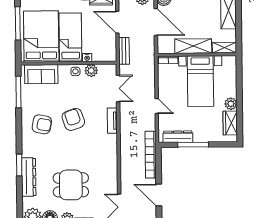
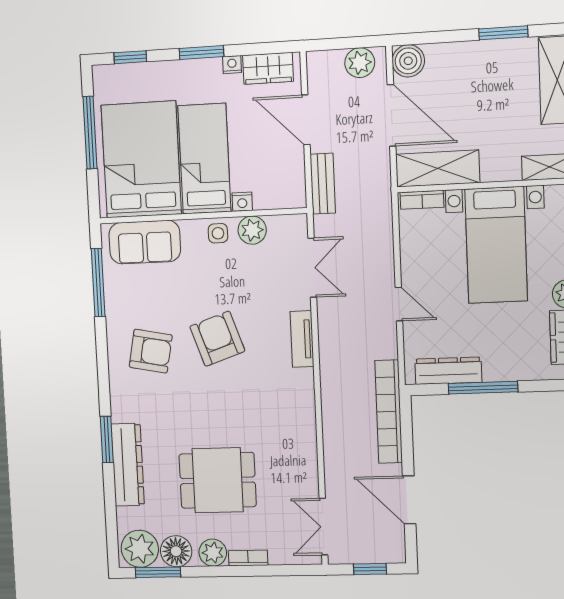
shelving: (193, 46) -> (438, 168), moved

